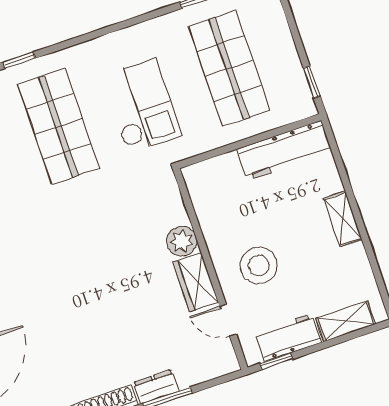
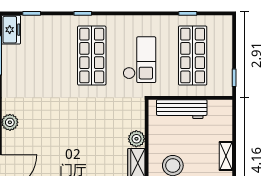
workbench: (284, 150) -> (182, 109), moved

